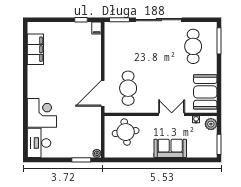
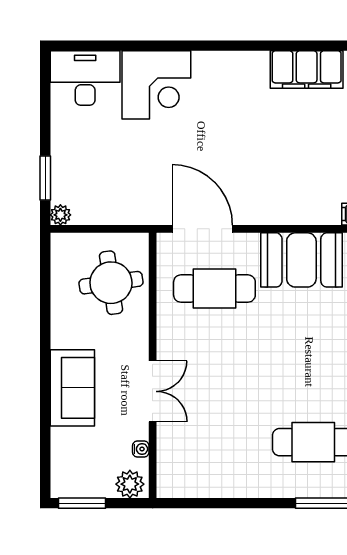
booth: (205, 92) -> (301, 260), moved

